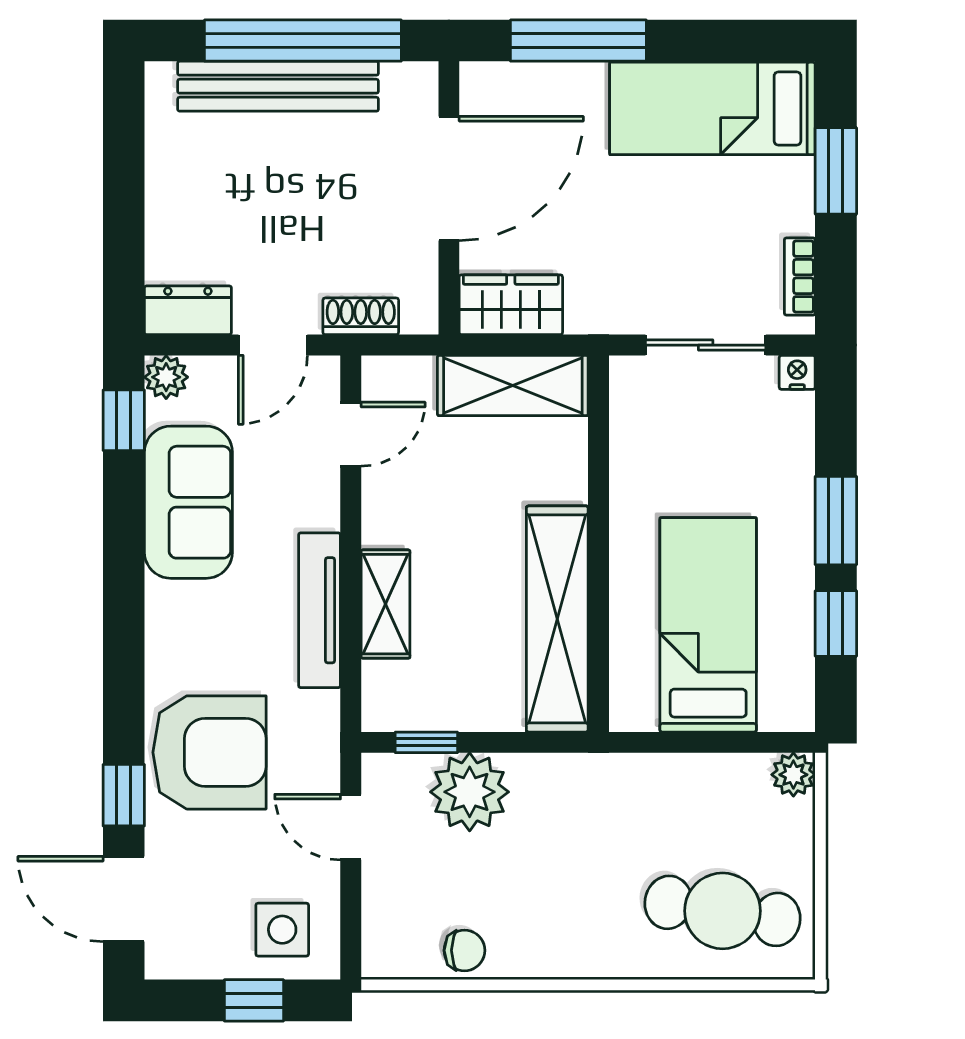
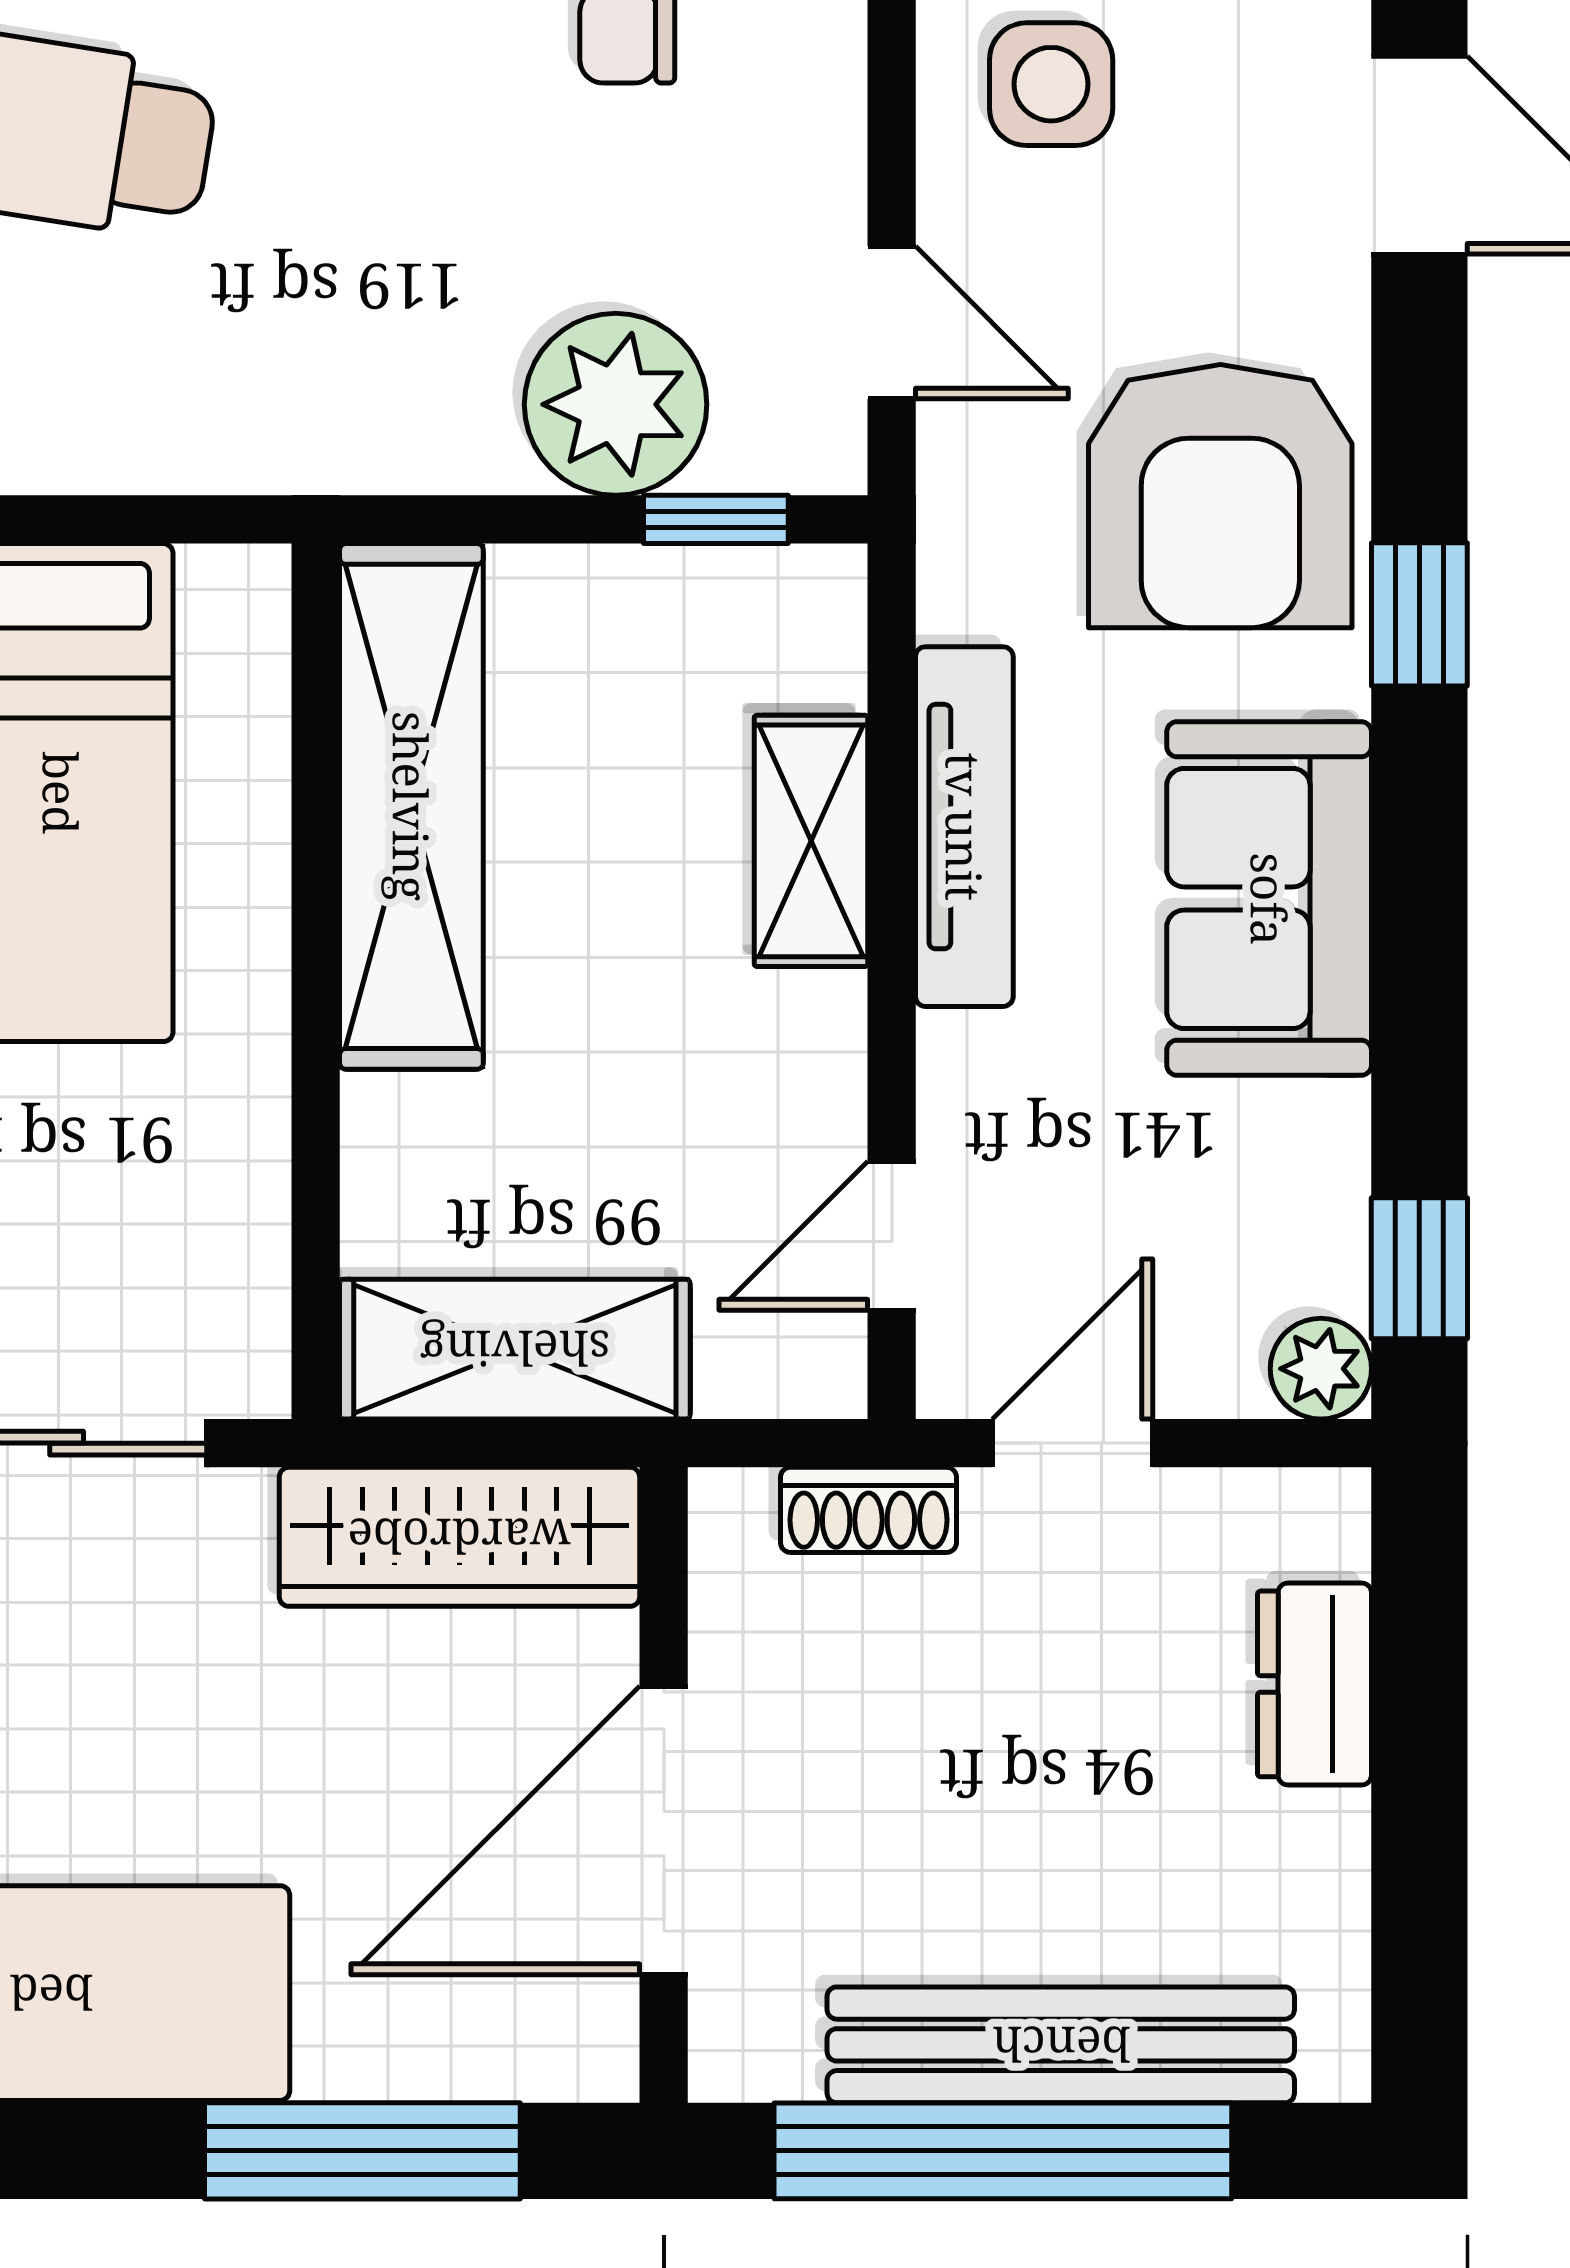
wardrobe: (511, 305) -> (459, 1537), width x1.50
dresser: (188, 310) -> (1315, 1684), moved, turned 90
sofa: (188, 502) -> (1269, 899), moved
armchair: (209, 752) -> (1220, 496), turned -90
window: (124, 795) -> (1419, 614), moved

